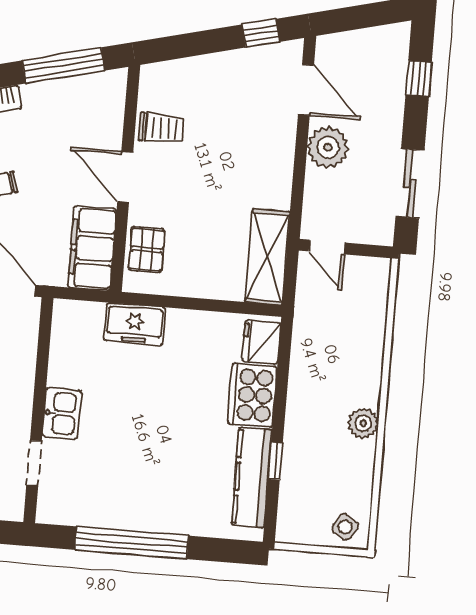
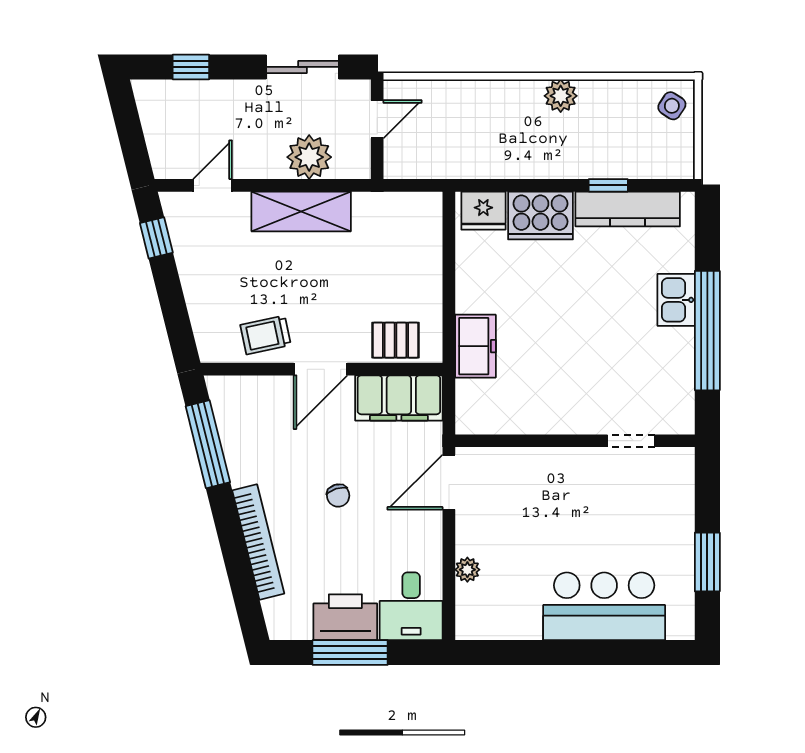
door: (306, 90) -> (213, 185), width x0.73
trolley: (161, 128) -> (266, 335), turned -102
plant: (328, 147) -> (309, 157), moved
door: (327, 247) -> (377, 119), moved
shelving: (267, 257) -> (301, 211), moved
kitchen sink: (62, 413) -> (676, 300), moved, turned -90

